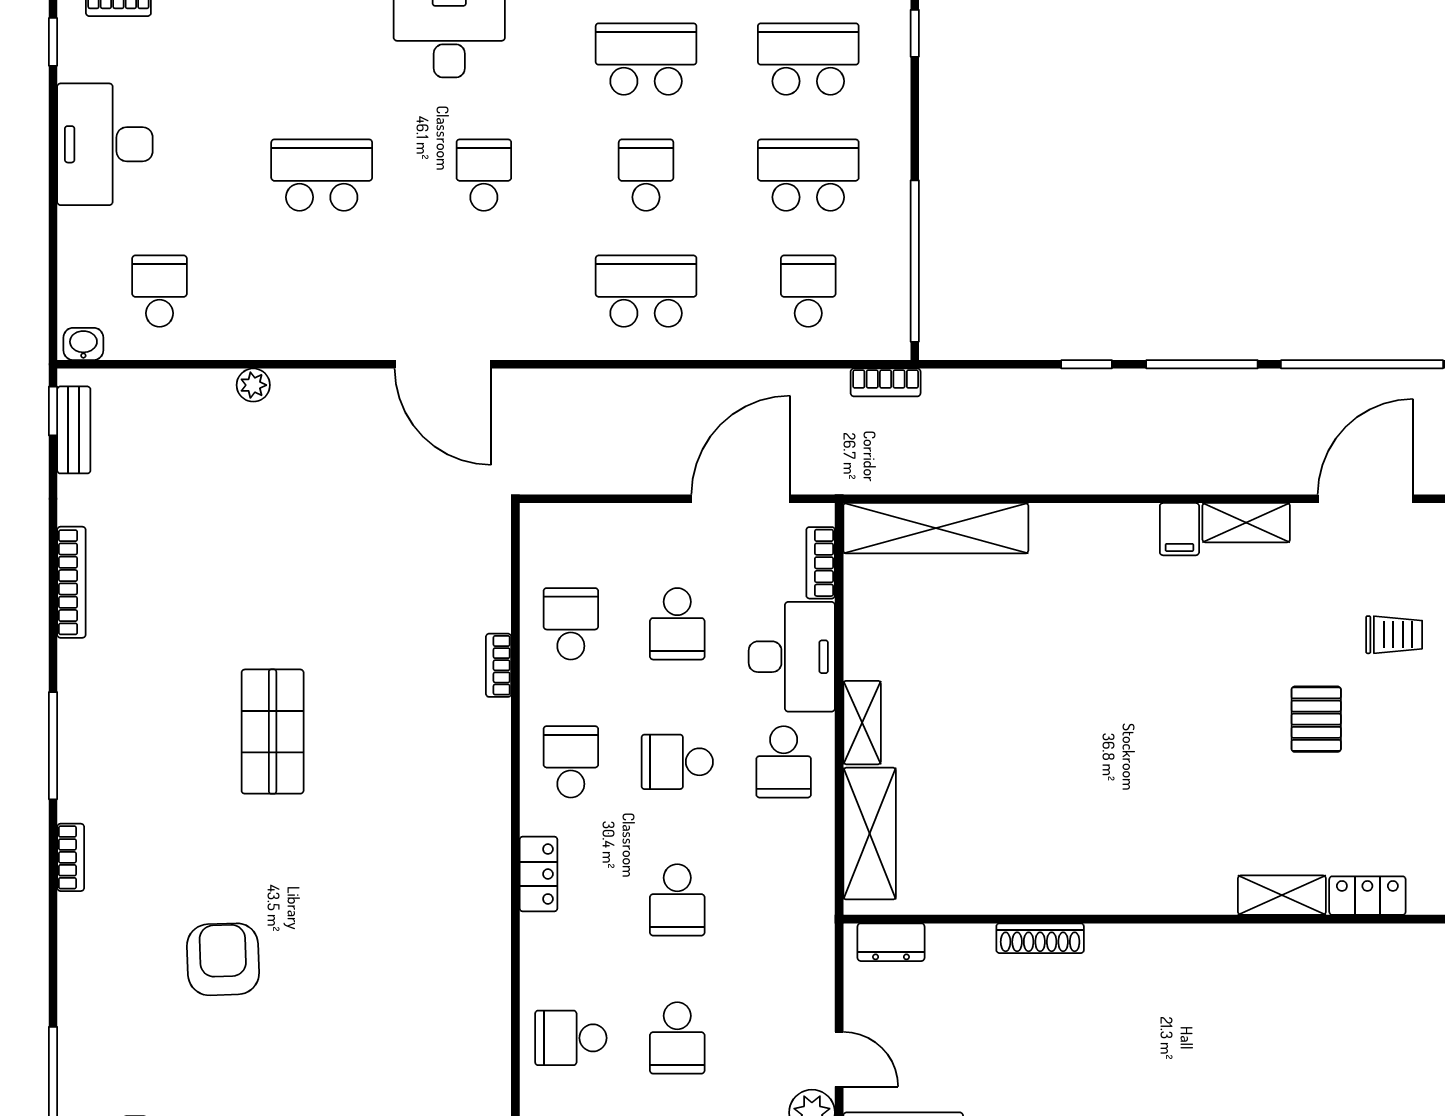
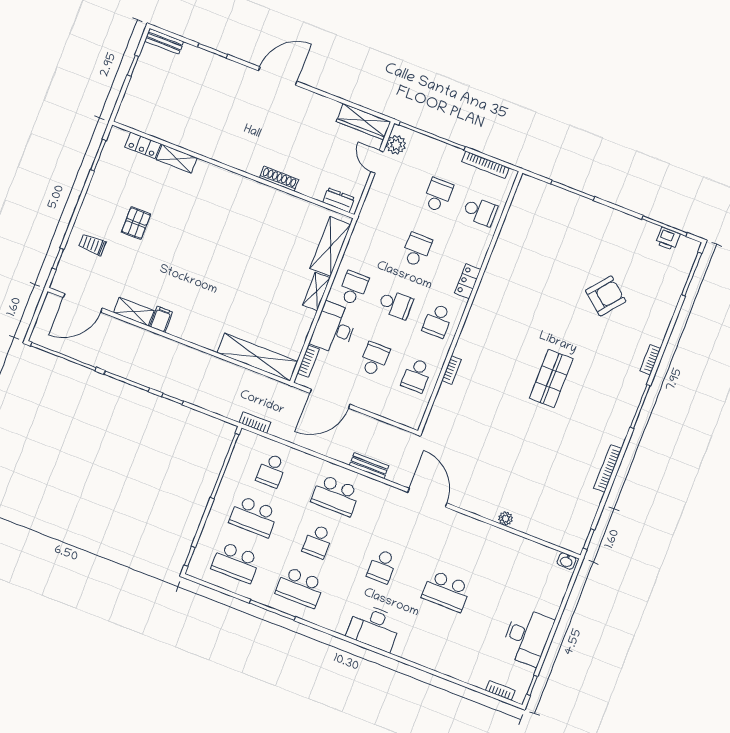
school desk: (160, 291) -> (528, 570), removed
bench: (74, 430) -> (369, 466), moved, turned 90
armchair: (223, 959) -> (606, 296), turned -139

